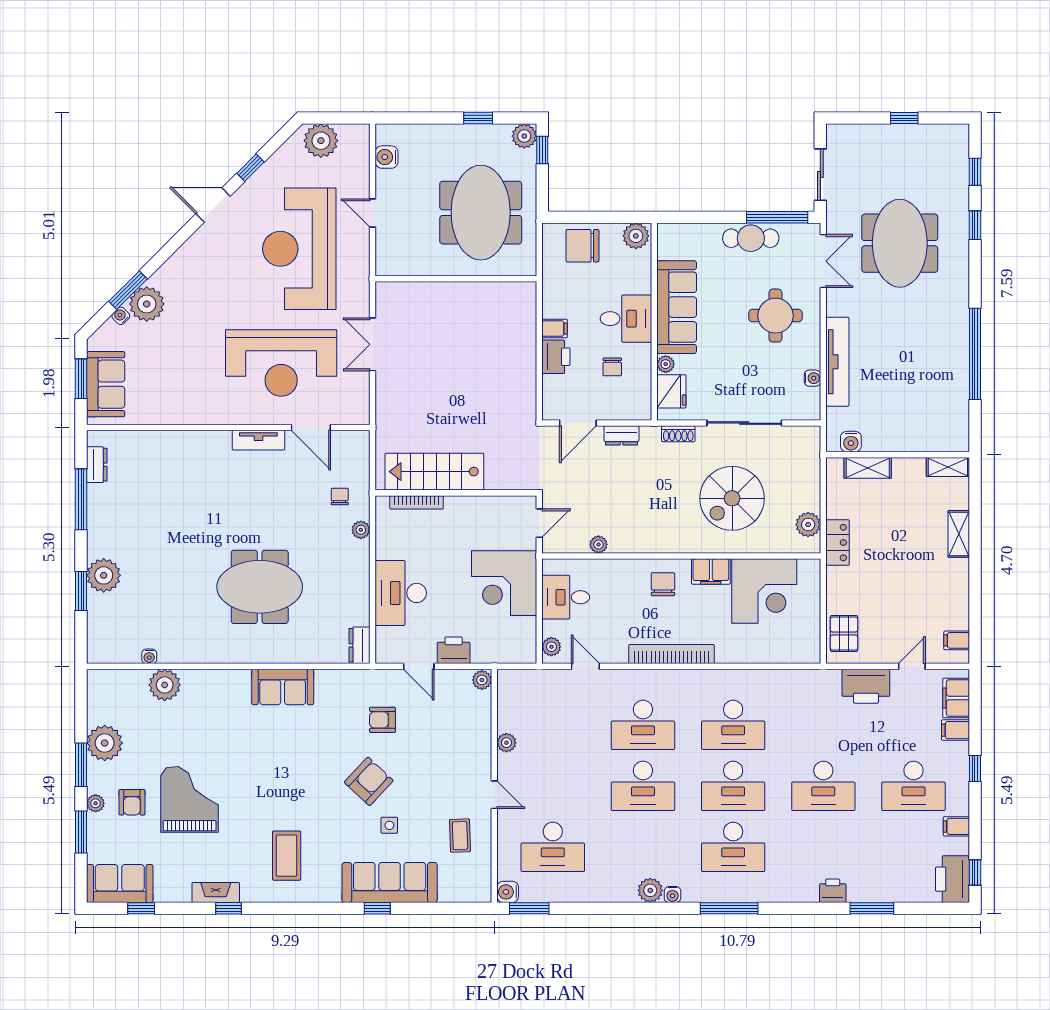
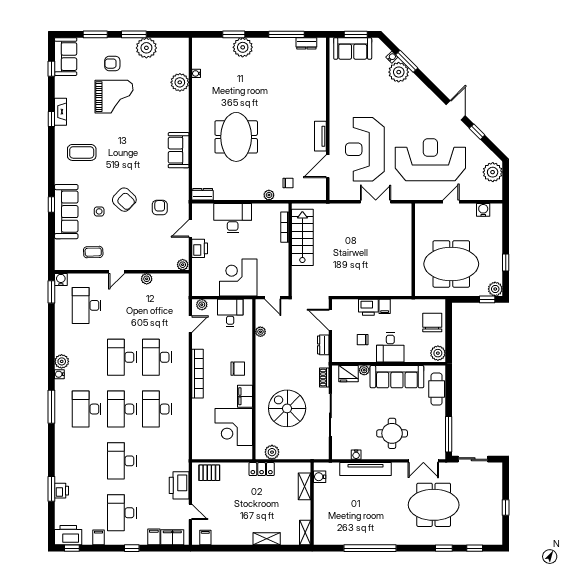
cafe table: (751, 238) -> (437, 389), moved
plant: (96, 803) -> (112, 43), removed
printer: (833, 891) -> (61, 491), moved

